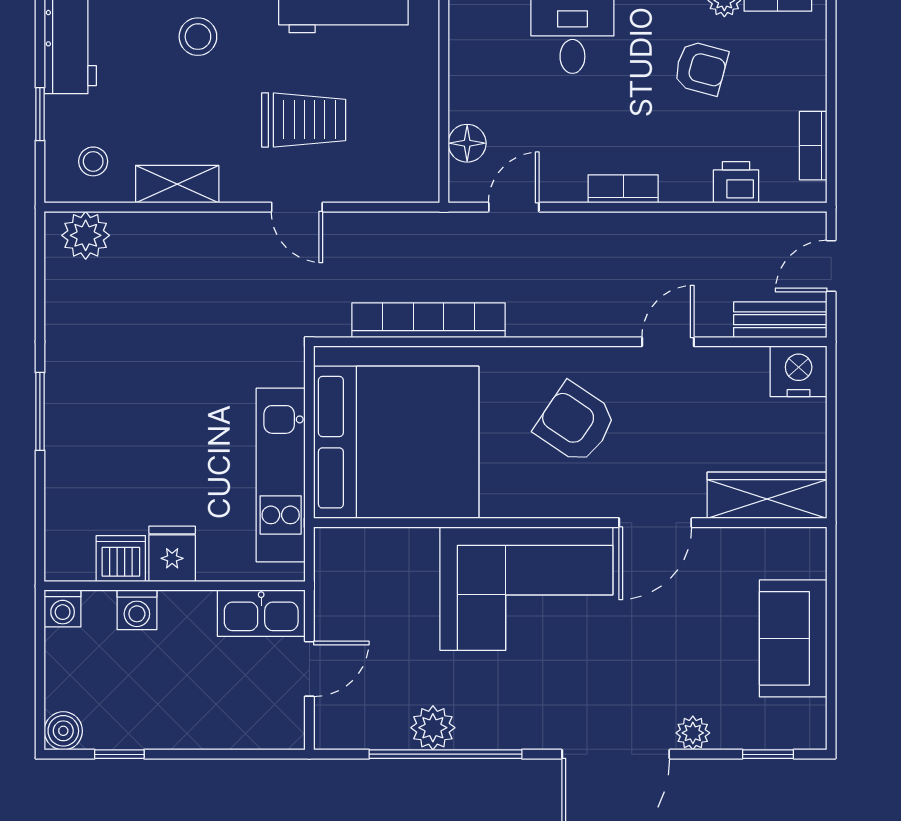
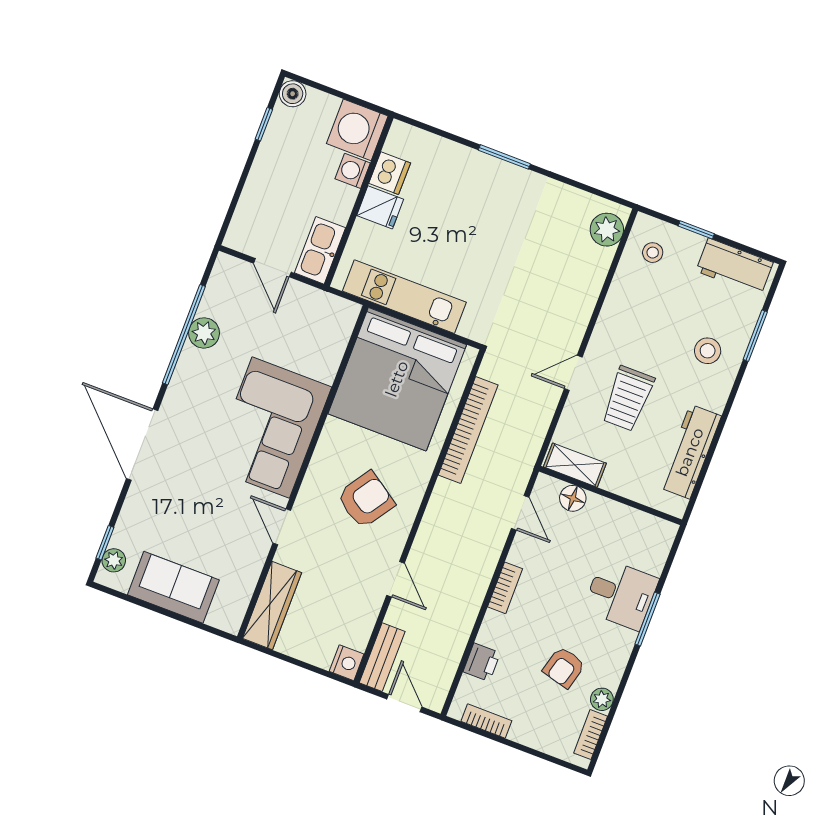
shelving: (177, 184) -> (575, 465), moved, turned 90
nightstand: (799, 371) -> (347, 663), width x0.74, depth x0.75
door: (655, 523) -> (282, 527), width x0.73
washing machine: (63, 608) -> (357, 130), width x1.89, depth x1.89
plant: (693, 733) -> (114, 560), moved

